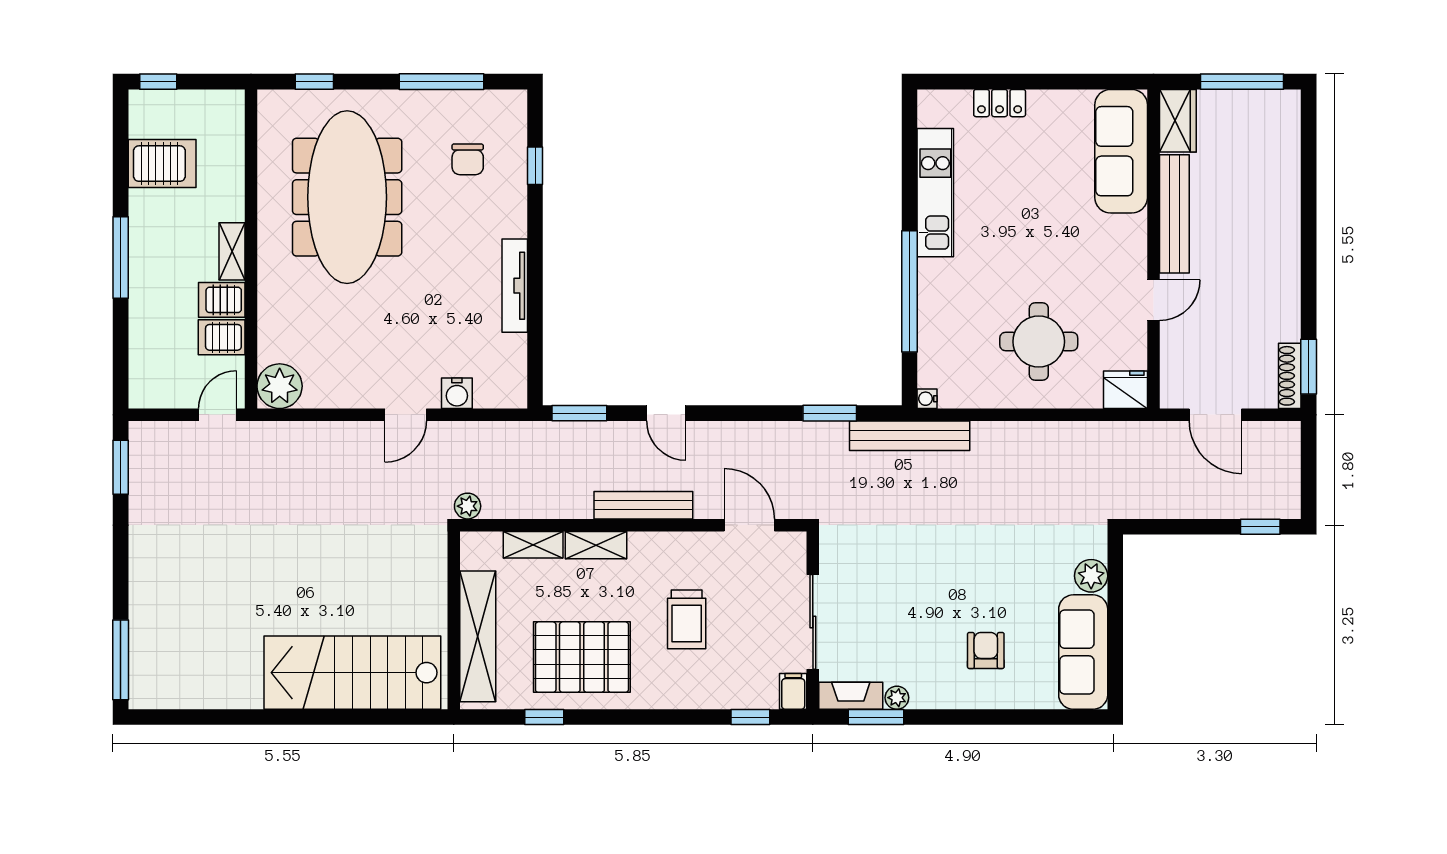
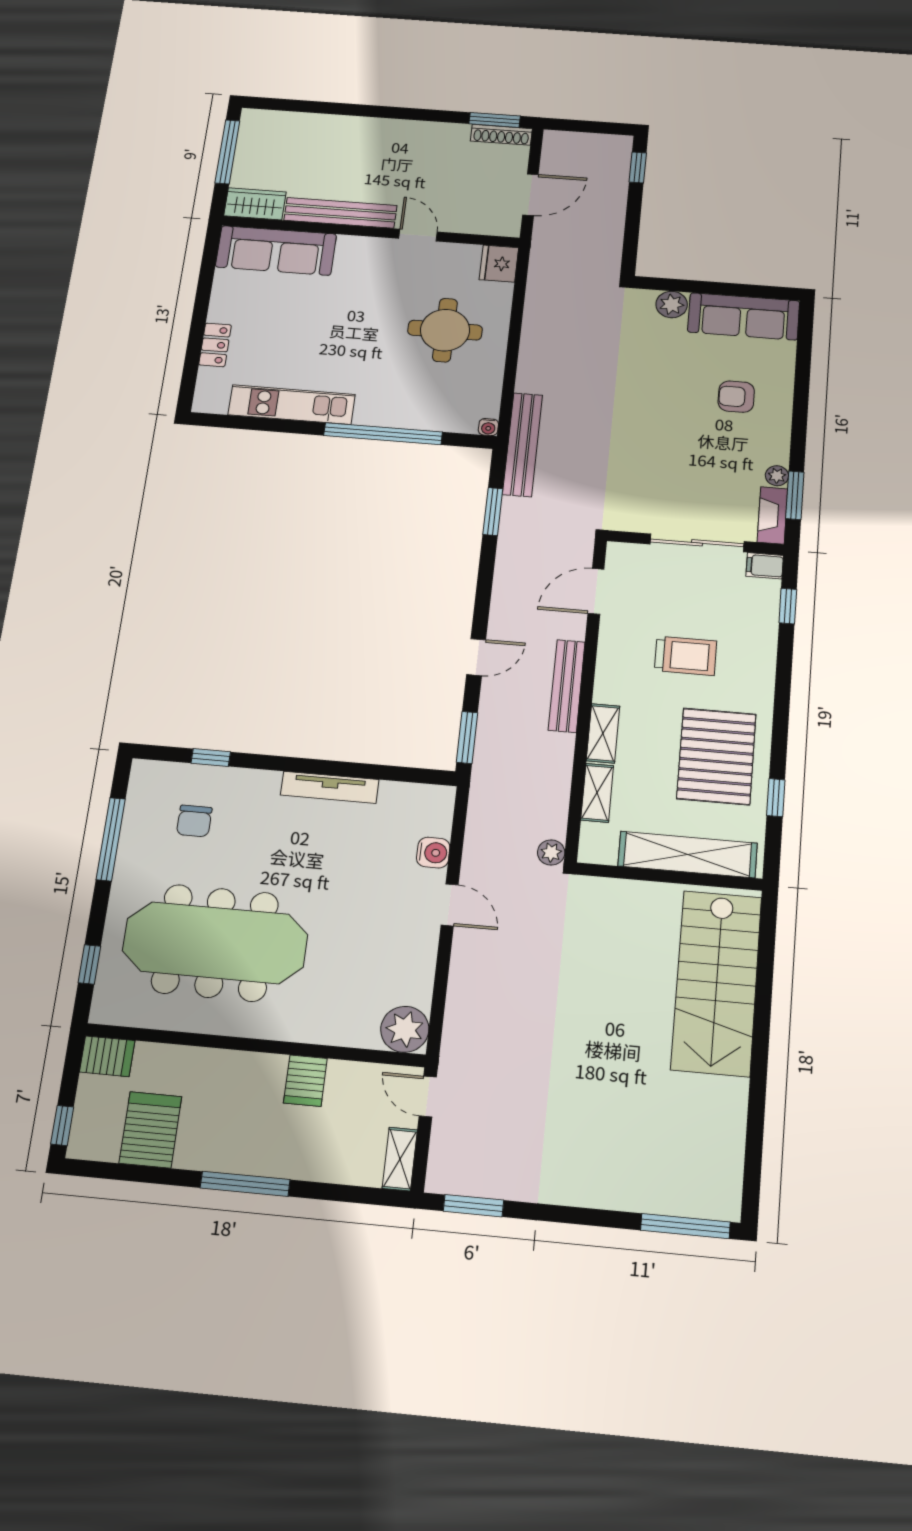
chair: (468, 159) -> (194, 821), turned 90
shelving: (232, 251) -> (400, 1159), moved, turned 90
server rack: (222, 337) -> (107, 1056), moved, turned -90

